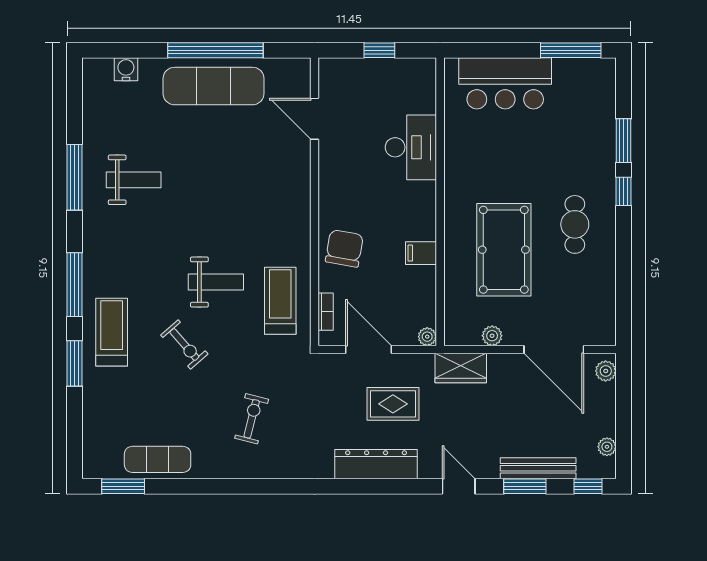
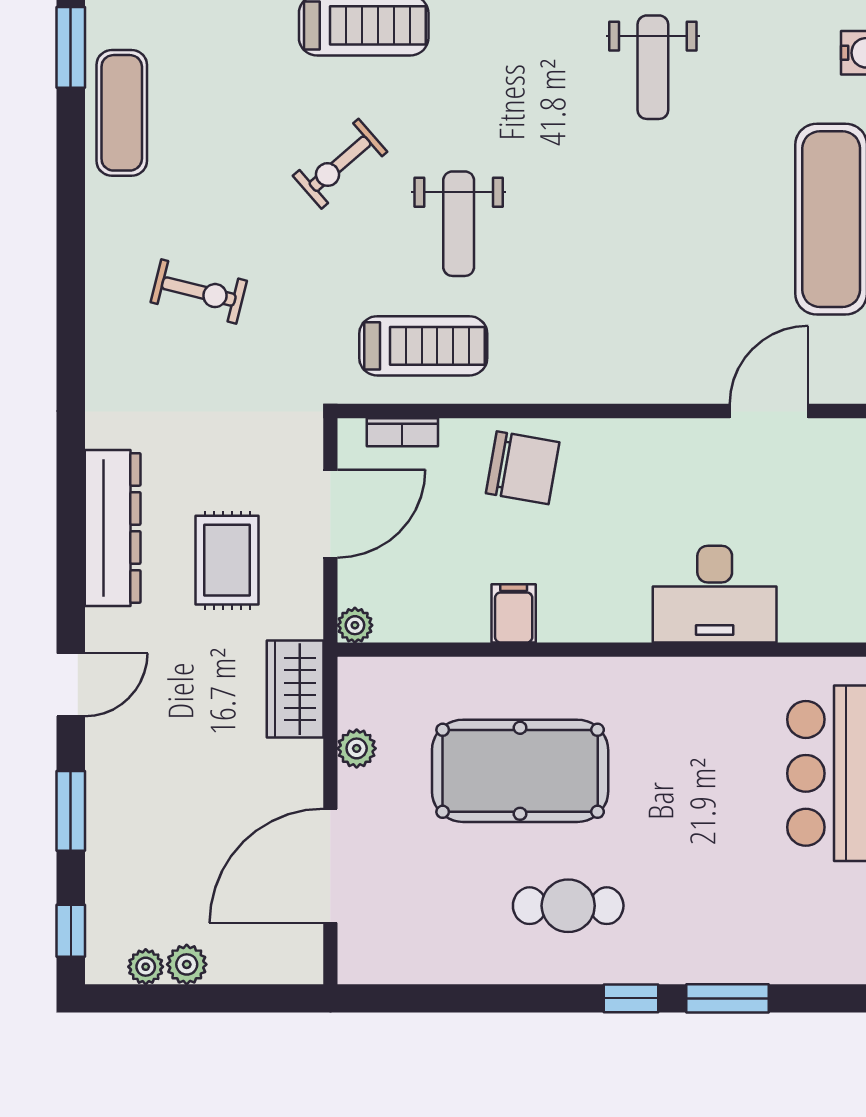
plant: (606, 371) -> (187, 964), moved
bench: (538, 468) -> (105, 836), removed

